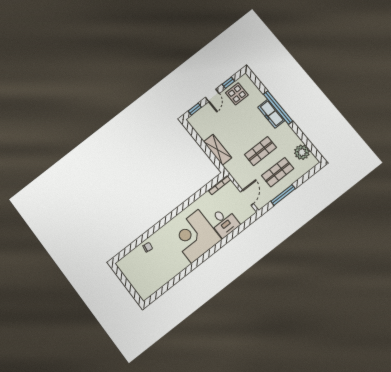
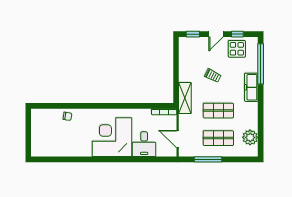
window: (278, 107) -> (261, 64), moved
trolley: (235, 128) -> (213, 76), added
shelving: (218, 150) -> (185, 98), moved
door: (247, 198) -> (178, 139), swing flipped

